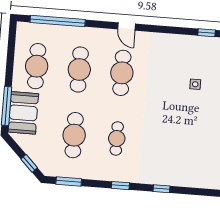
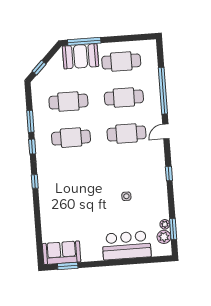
window: (58, 21) -> (163, 91), moved
window: (207, 33) -> (169, 174), moved
cafe table: (117, 138) -> (71, 138), width x1.37, depth x1.35
window: (69, 181) -> (30, 121), moved

